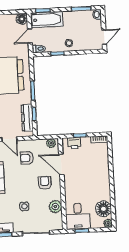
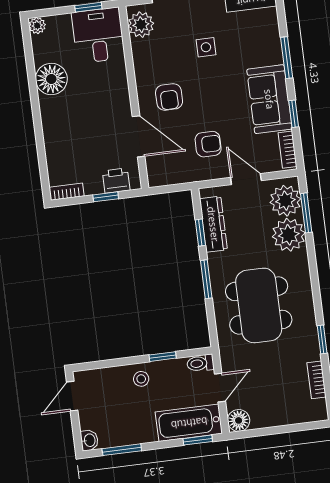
plant: (51, 143) -> (162, 177), removed
plant: (55, 207) -> (141, 25), moved
floor lamp: (103, 209) -> (51, 79), moved

